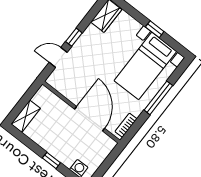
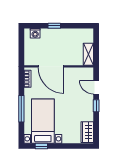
window: (155, 29) -> (41, 146), moved
door: (58, 57) -> (96, 87), swing flipped
shelving: (26, 116) -> (88, 54), moved

